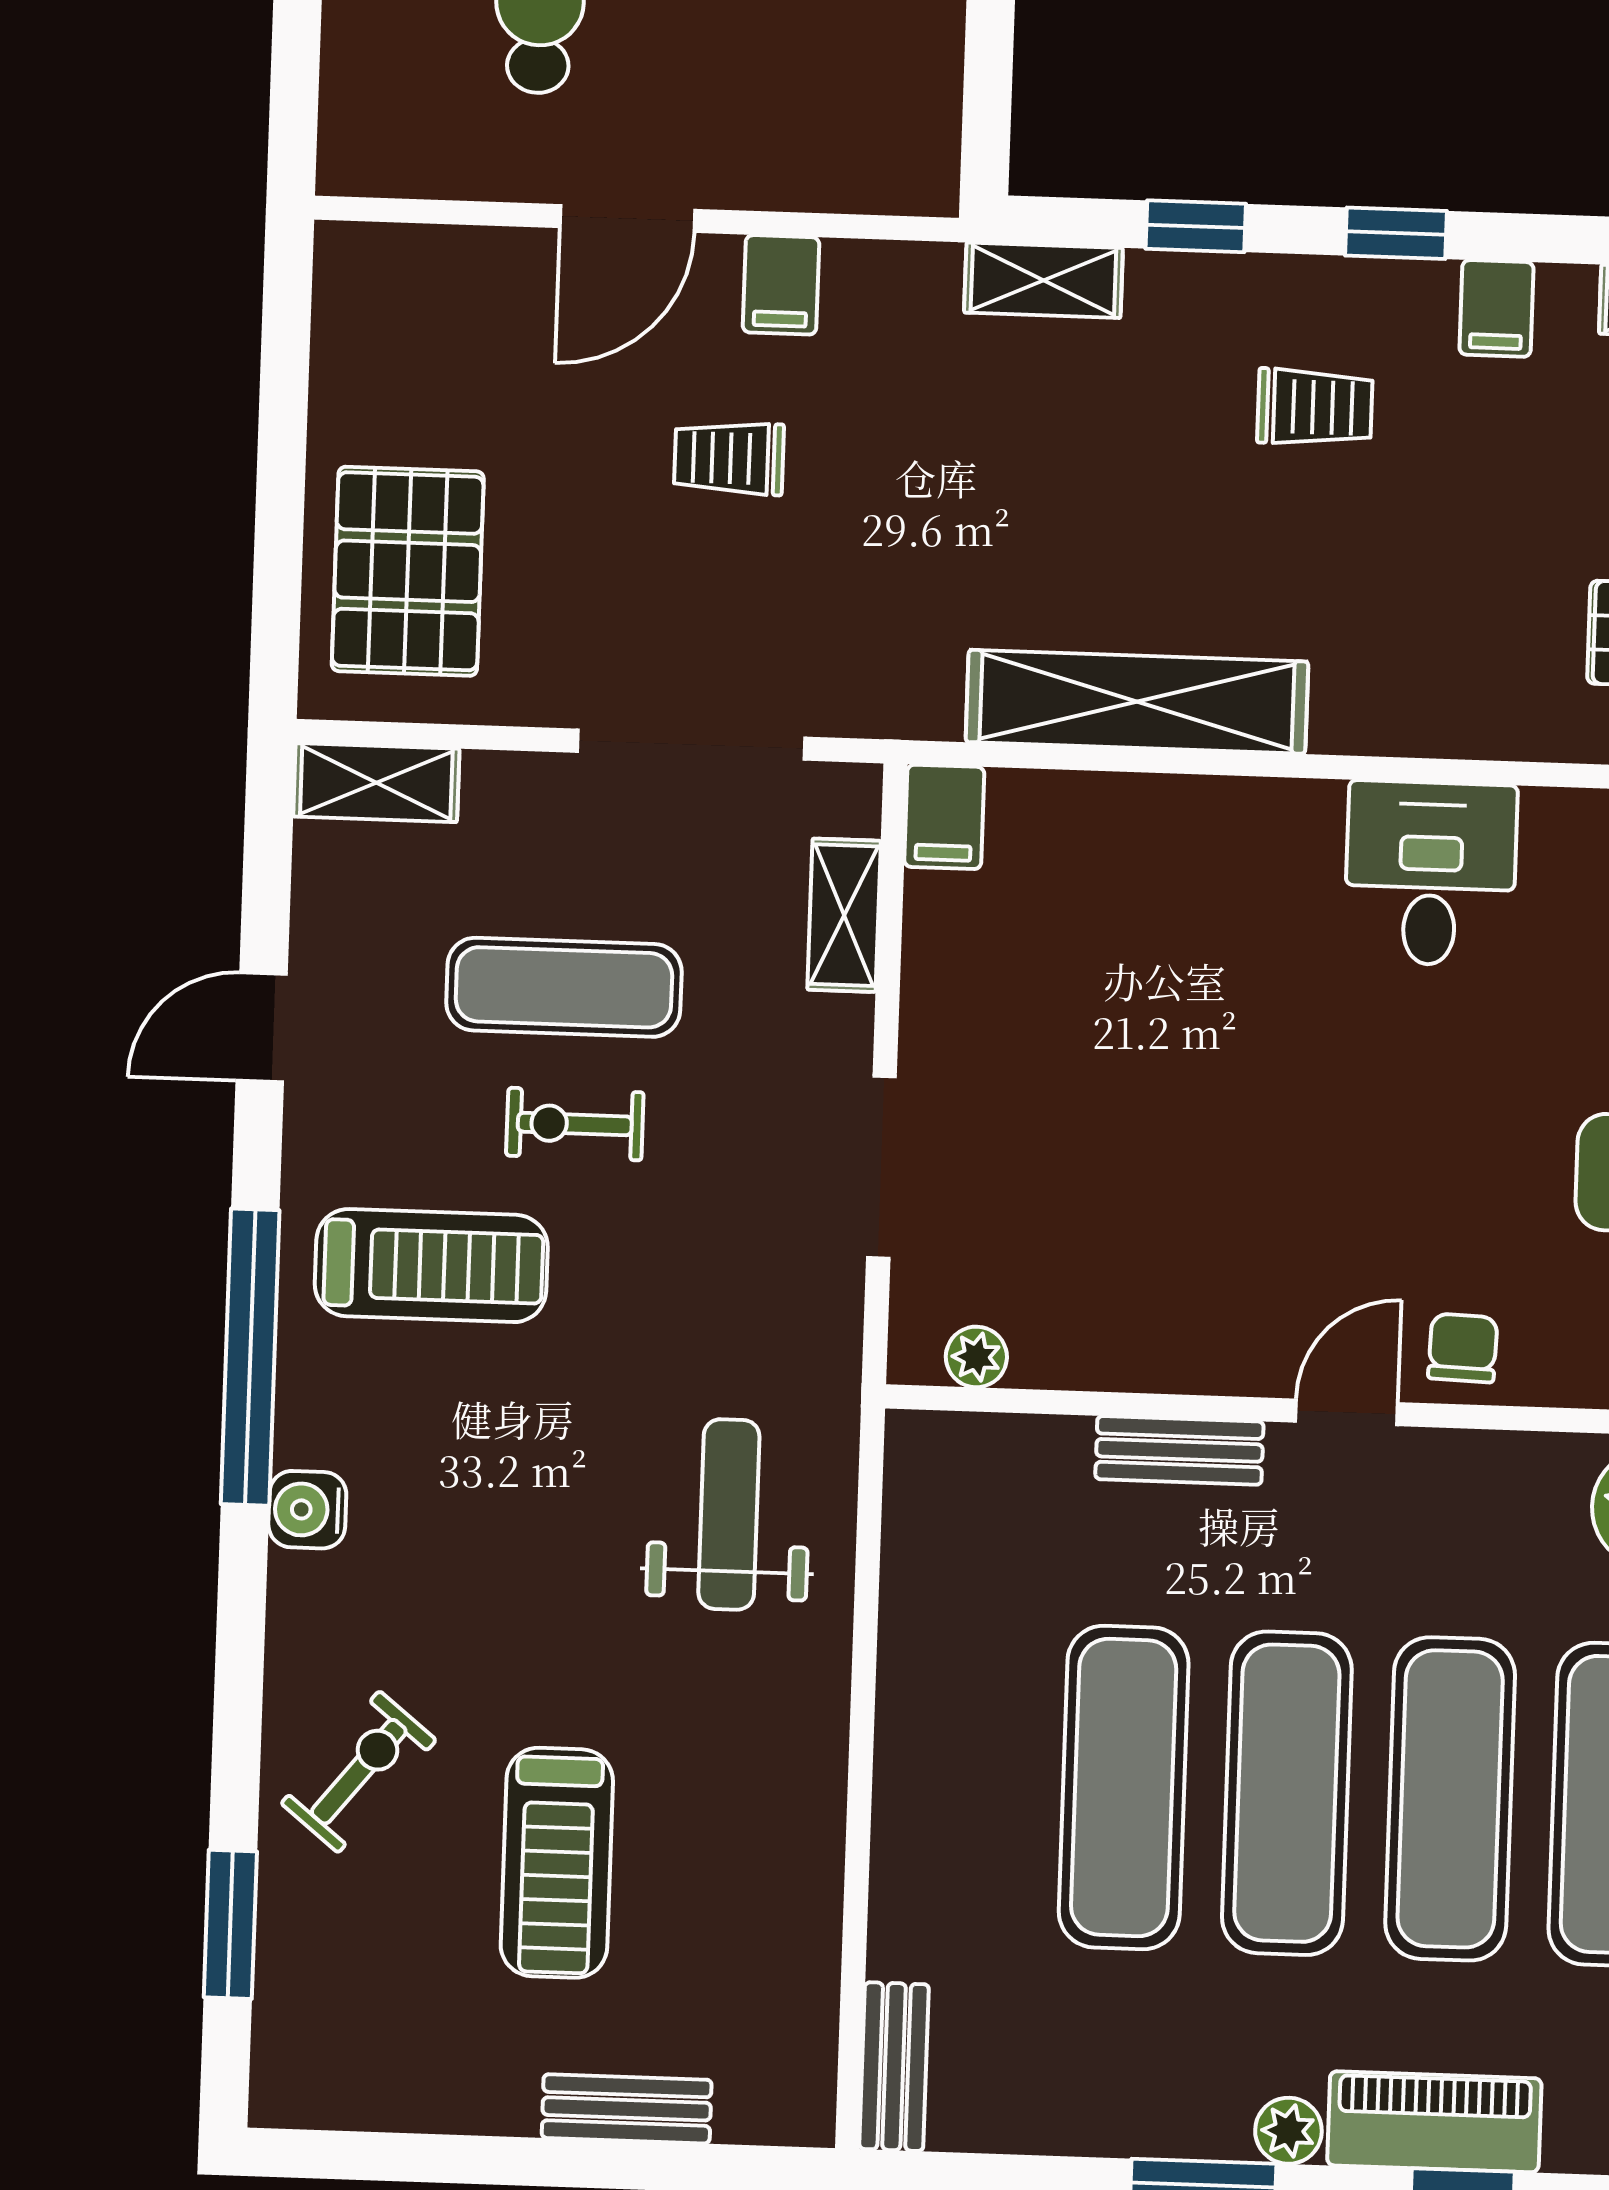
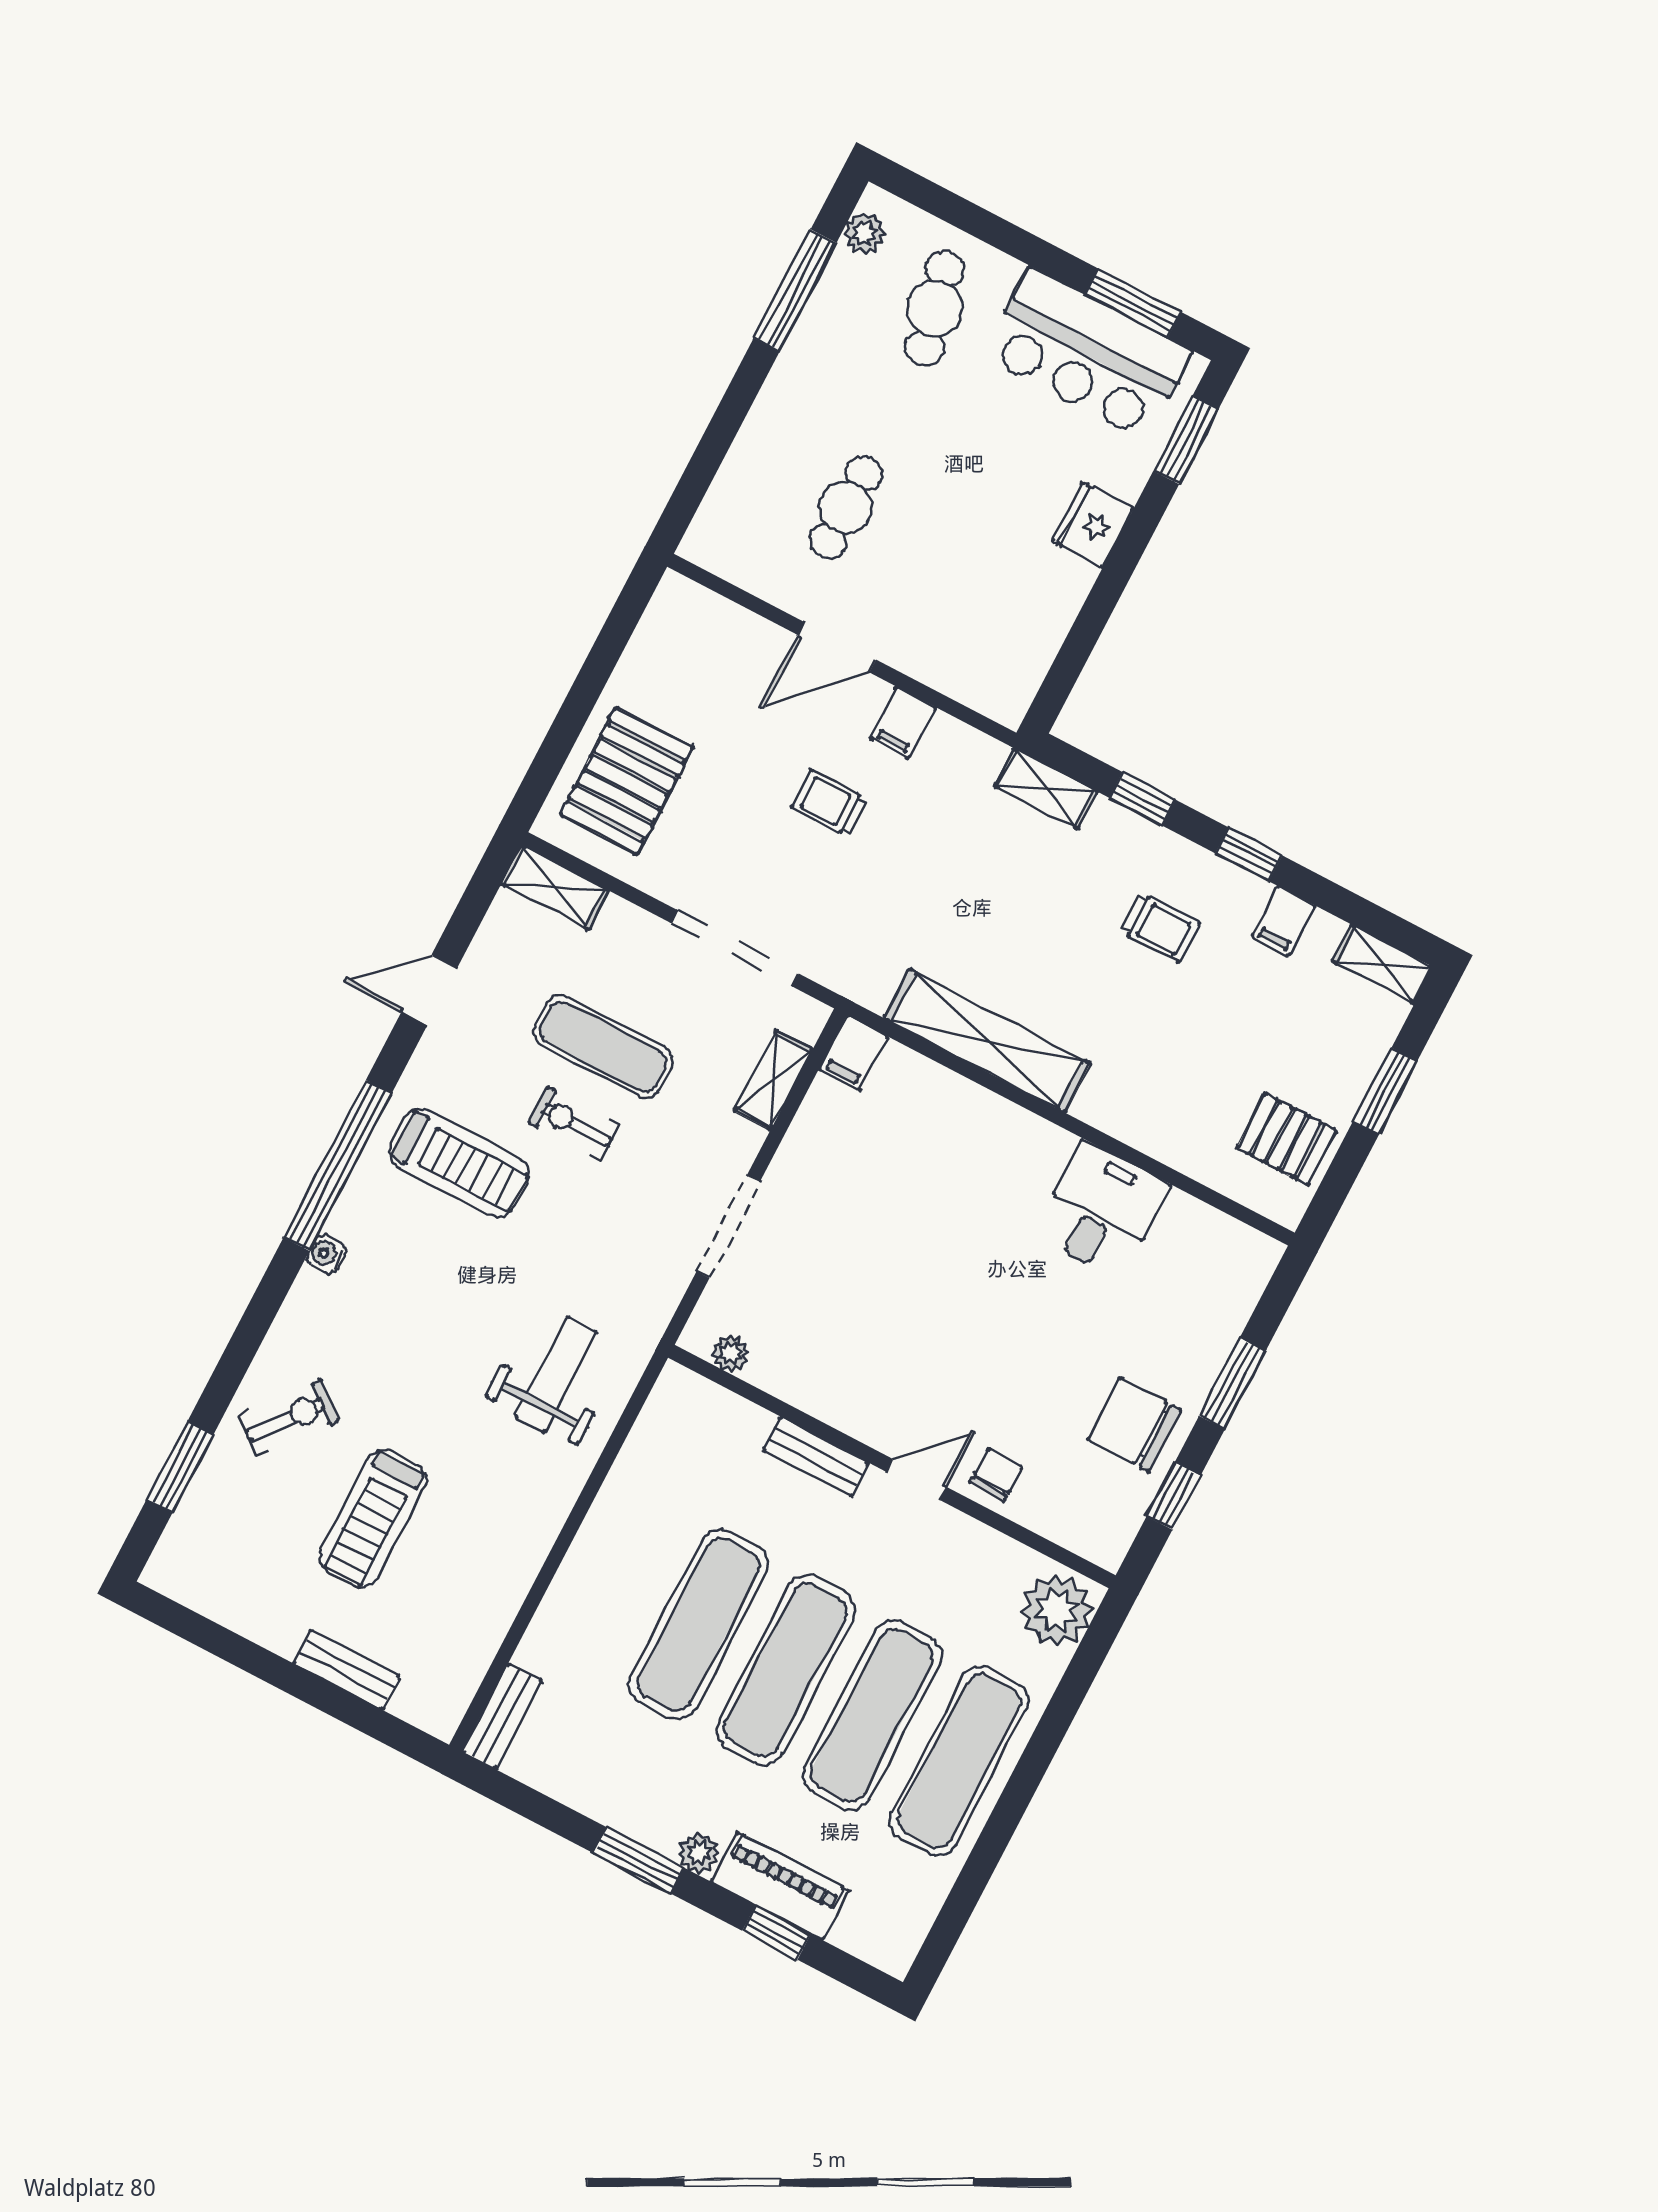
water cooler: (307, 1510) -> (326, 1254), width x0.72, depth x0.72

